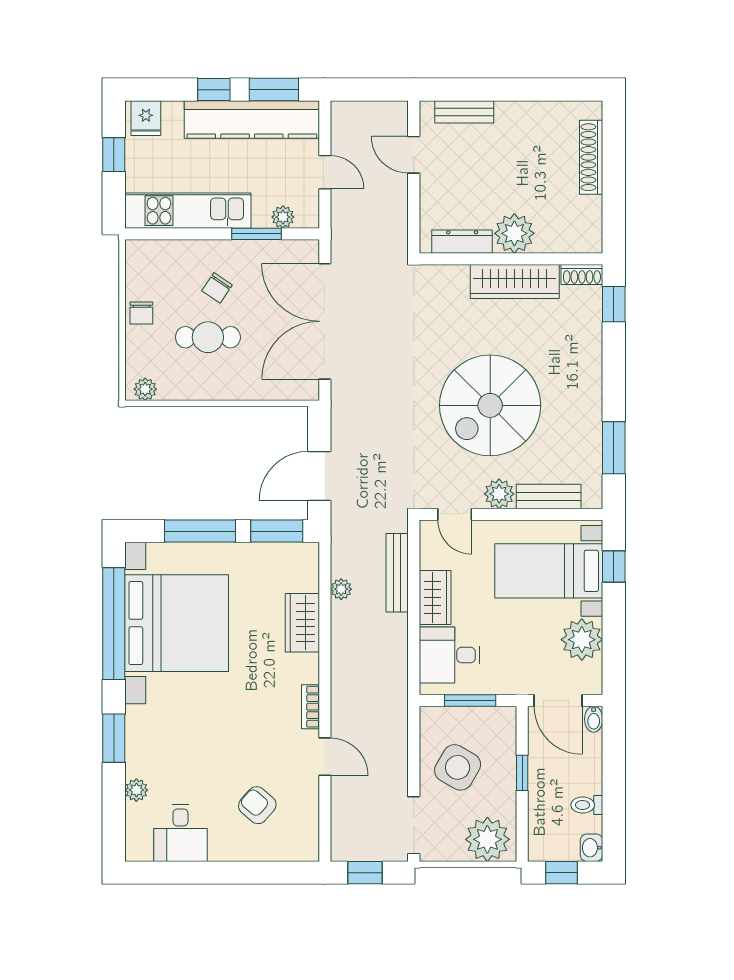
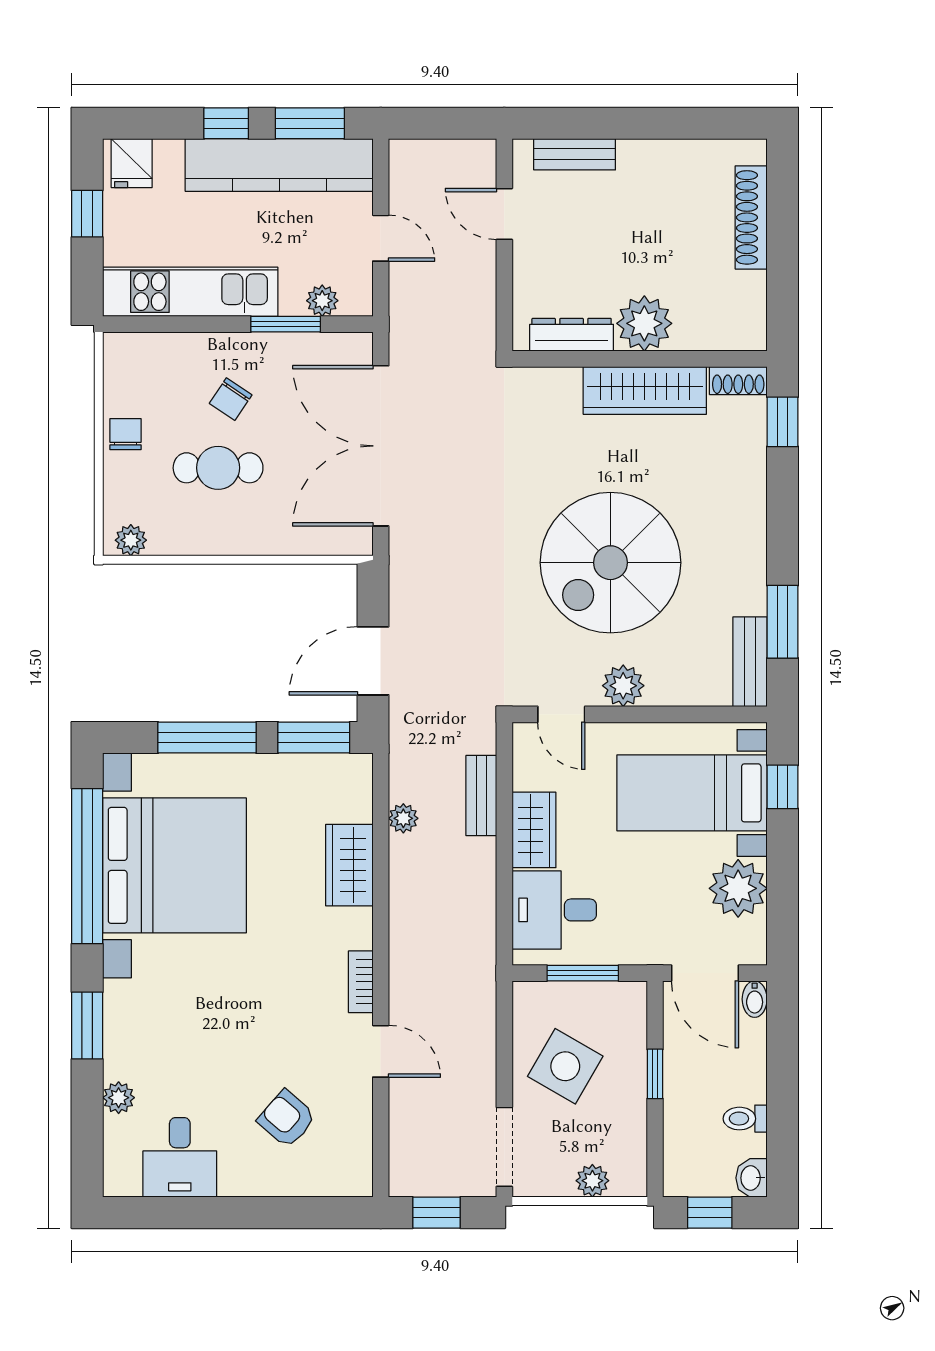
chair: (141, 313) -> (126, 434), turned 180
bench: (549, 497) -> (750, 662), moved, turned 90
bench: (397, 573) -> (481, 796), width x0.73
plant: (487, 839) -> (592, 1181), width x0.53, depth x0.53

